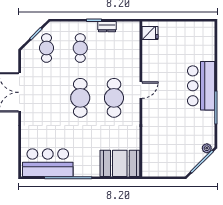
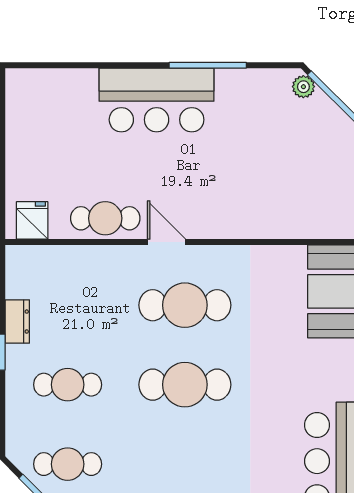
cafe table: (151, 64) -> (105, 218), added

